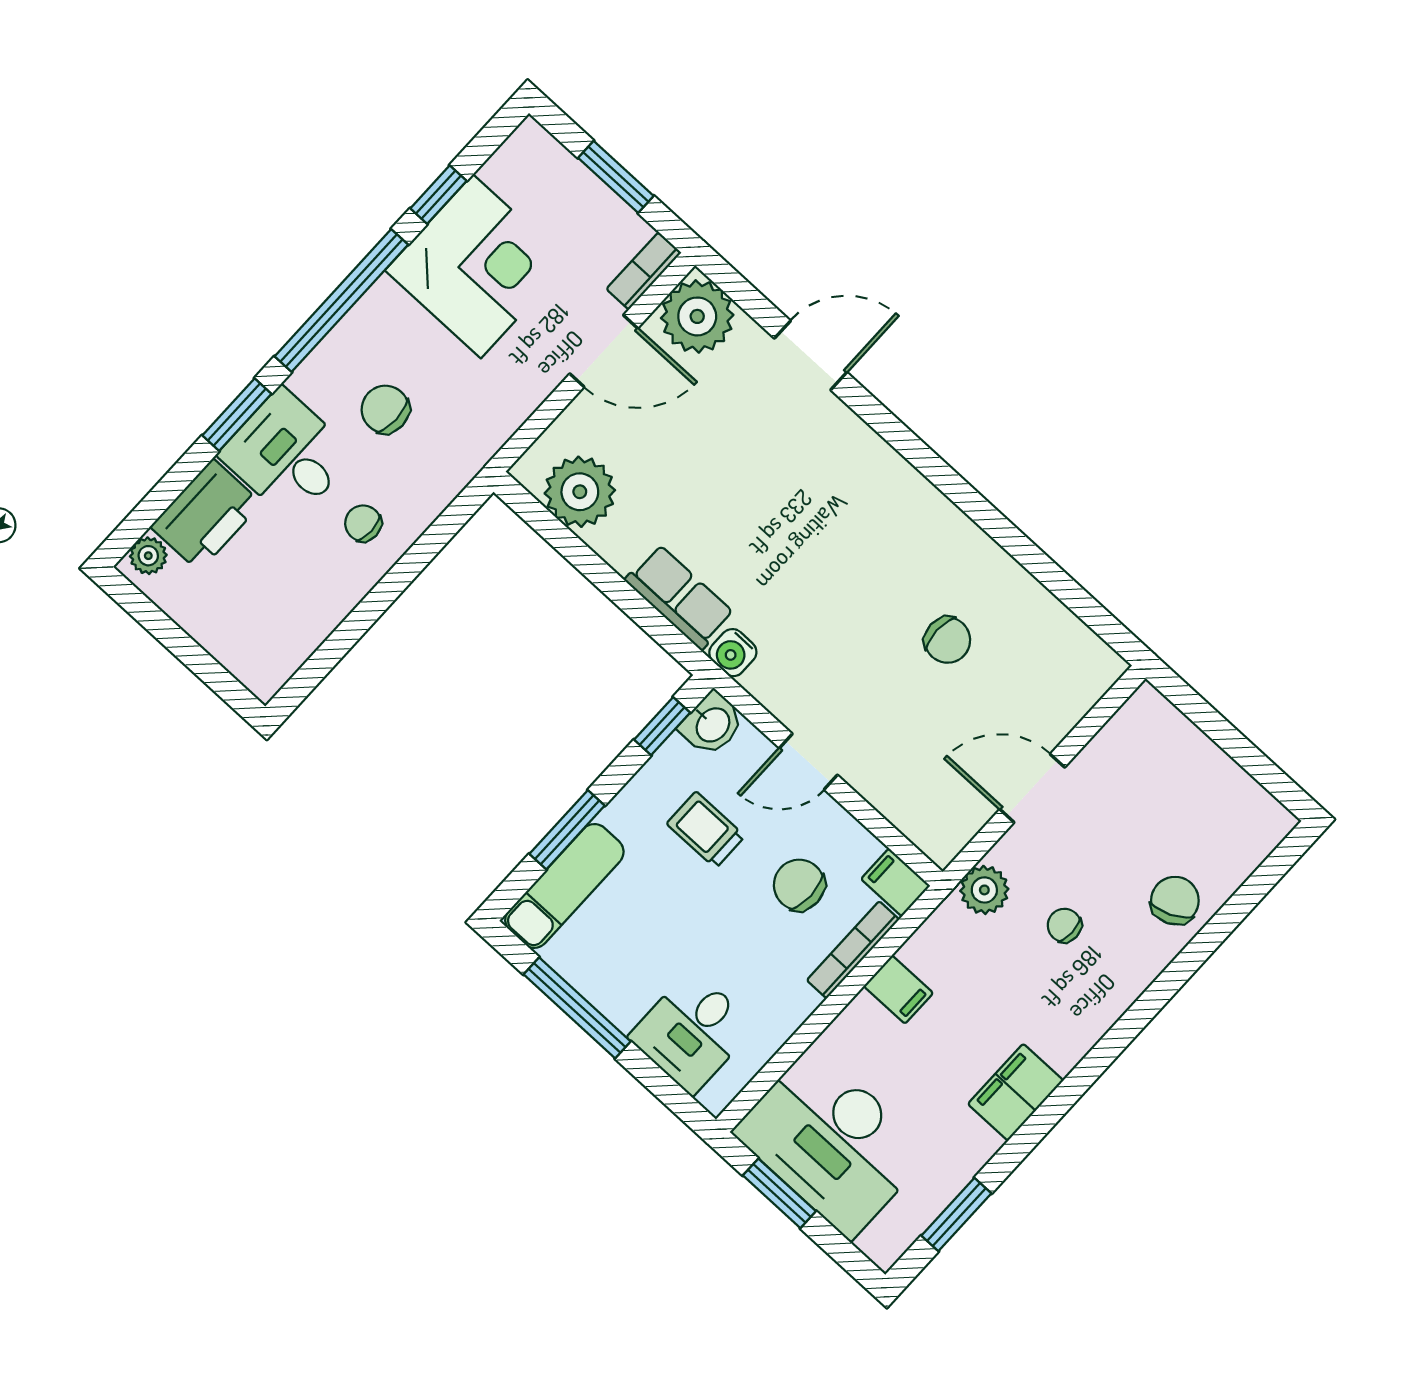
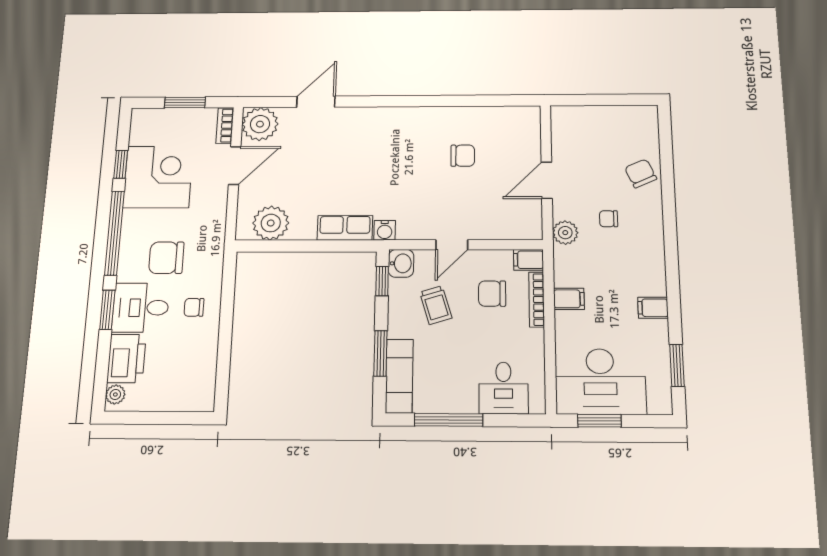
chair: (385, 409) -> (166, 258), width x1.37, depth x1.37
trolley: (706, 830) -> (436, 305), turned -107
filing cabinet: (1016, 1092) -> (653, 308), width x0.50

